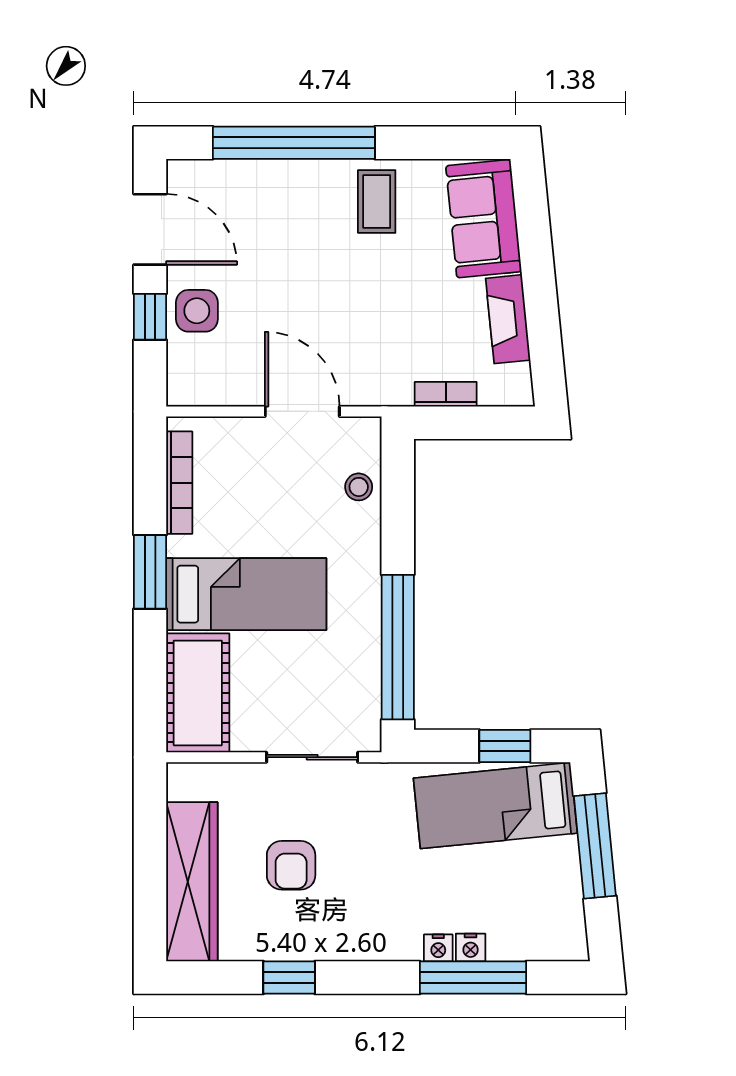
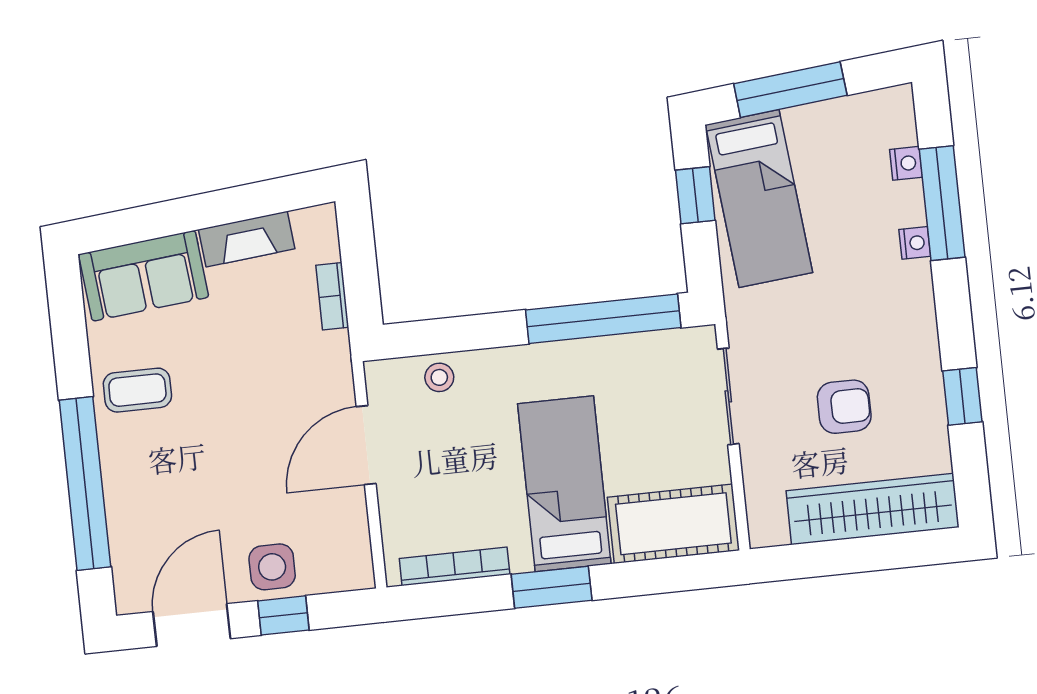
nightstand: (471, 948) -> (906, 163), moved

